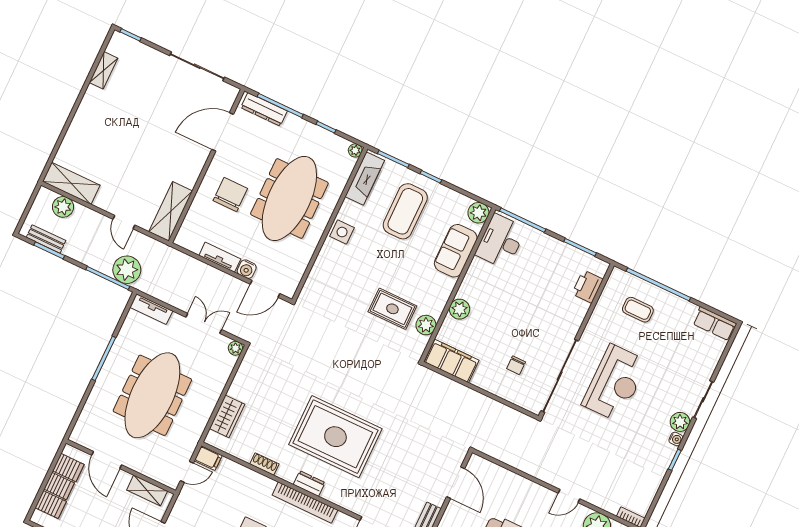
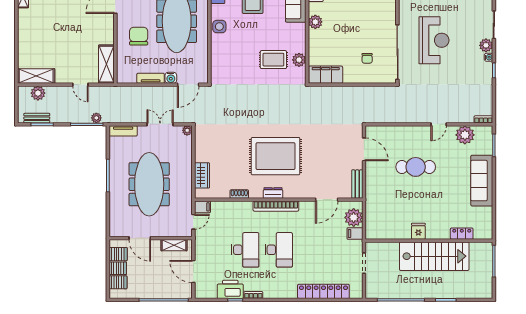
plant: (127, 270) -> (96, 118), width x0.53, depth x0.53
plant: (459, 309) -> (315, 22), moved

